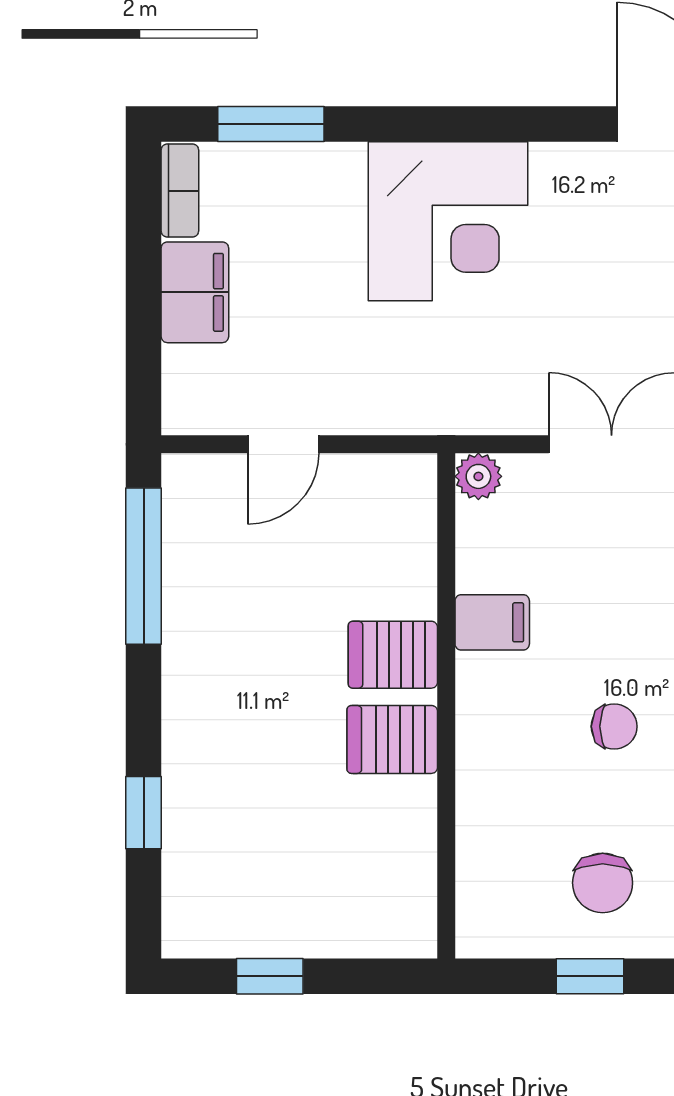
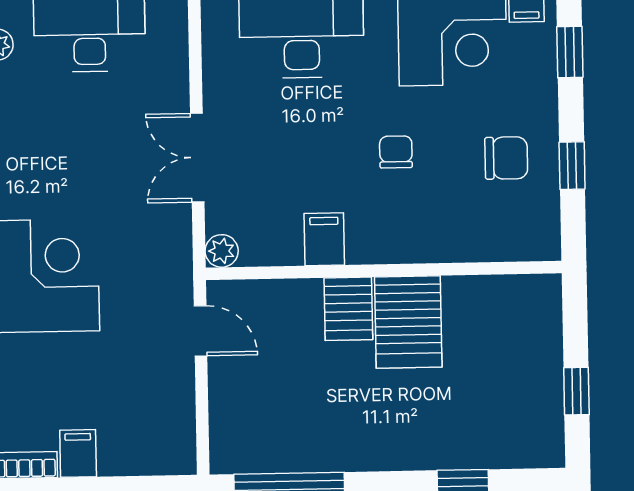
filing cabinet: (195, 292) -> (78, 453), width x0.50
door: (283, 444) -> (201, 331), moved
server rack: (392, 739) -> (408, 322), width x1.36, depth x1.44

